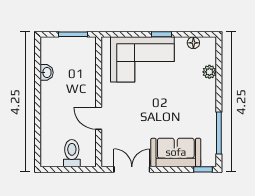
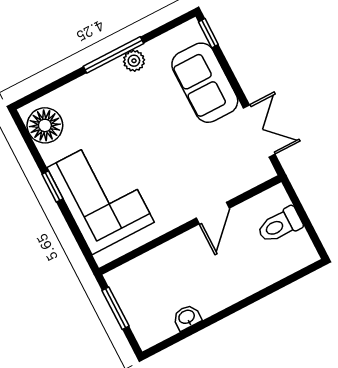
floor lamp: (193, 43) -> (45, 125), width x1.89, depth x1.89
plant: (209, 72) -> (134, 61), moved
window: (219, 133) -> (114, 55), moved
double door: (132, 169) -> (259, 131), swing flipped

